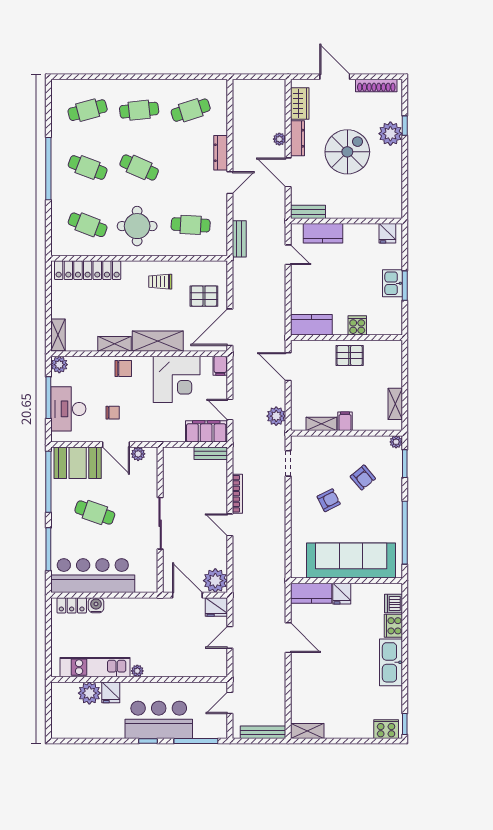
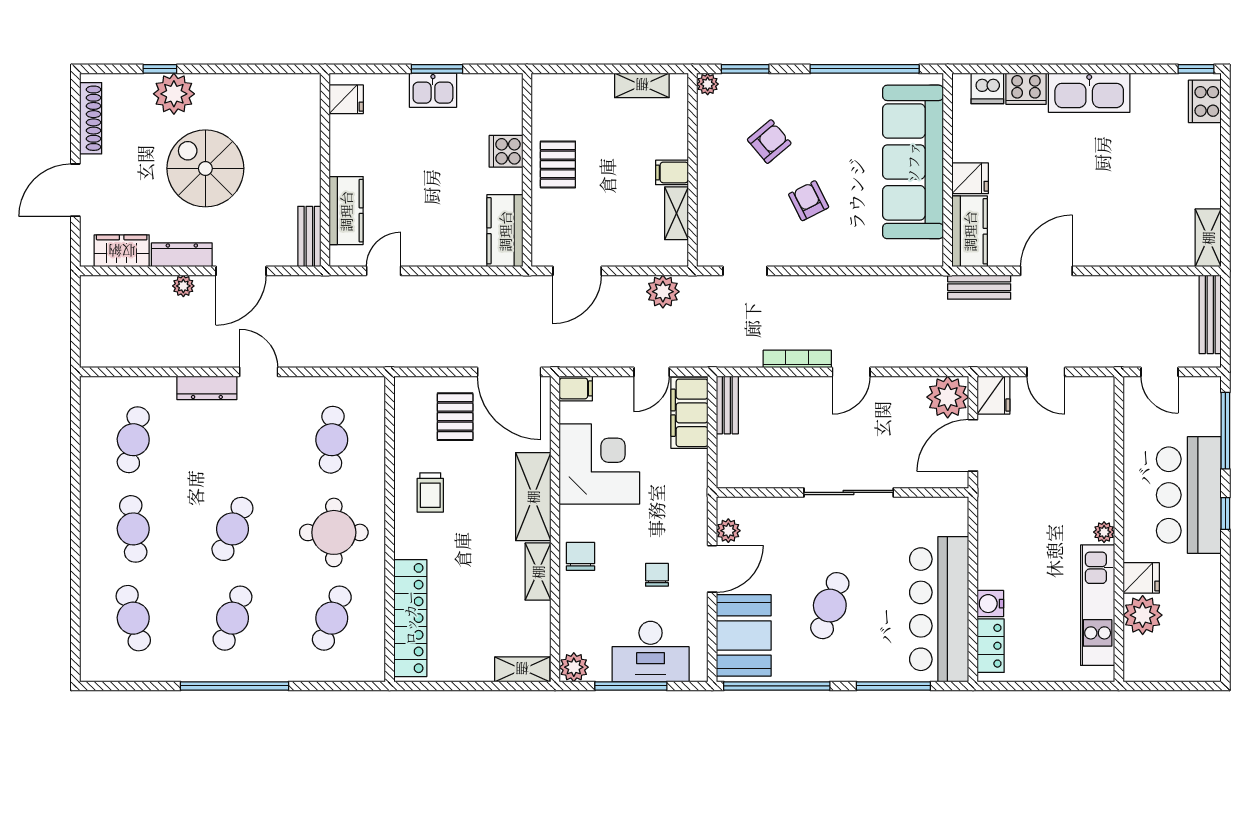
cafe table: (191, 110) -> (133, 440), turned 30
bench: (239, 239) -> (979, 287), moved

